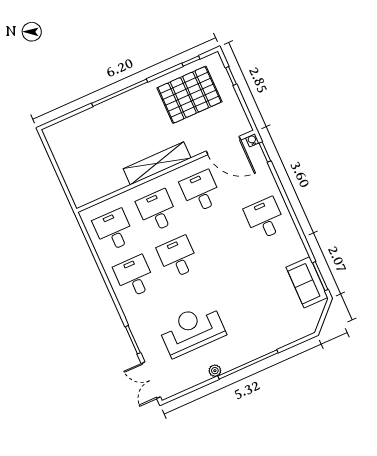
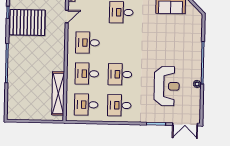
pallet: (189, 95) -> (27, 22), turned 90
door: (223, 145) -> (67, 16), width x0.53
shelving: (157, 163) -> (58, 93), moved
reception desk: (192, 330) -> (167, 86), turned 180

